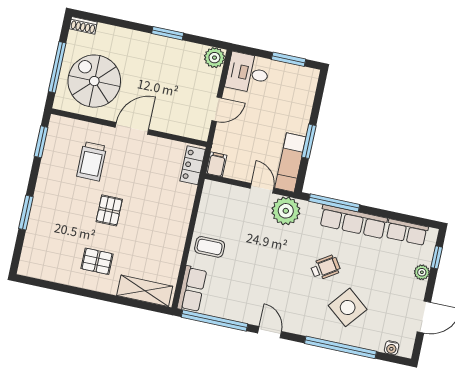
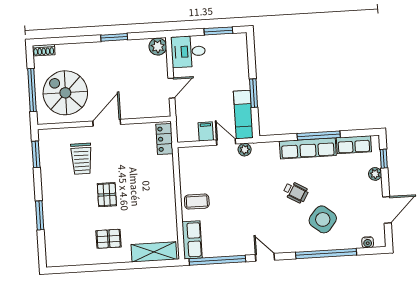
filing cabinet: (216, 164) -> (206, 131), moved
window: (334, 203) -> (319, 136), moved
plant: (286, 211) -> (245, 150), width x0.53, depth x0.53
wheelchair: (325, 268) -> (296, 192), turned 63

